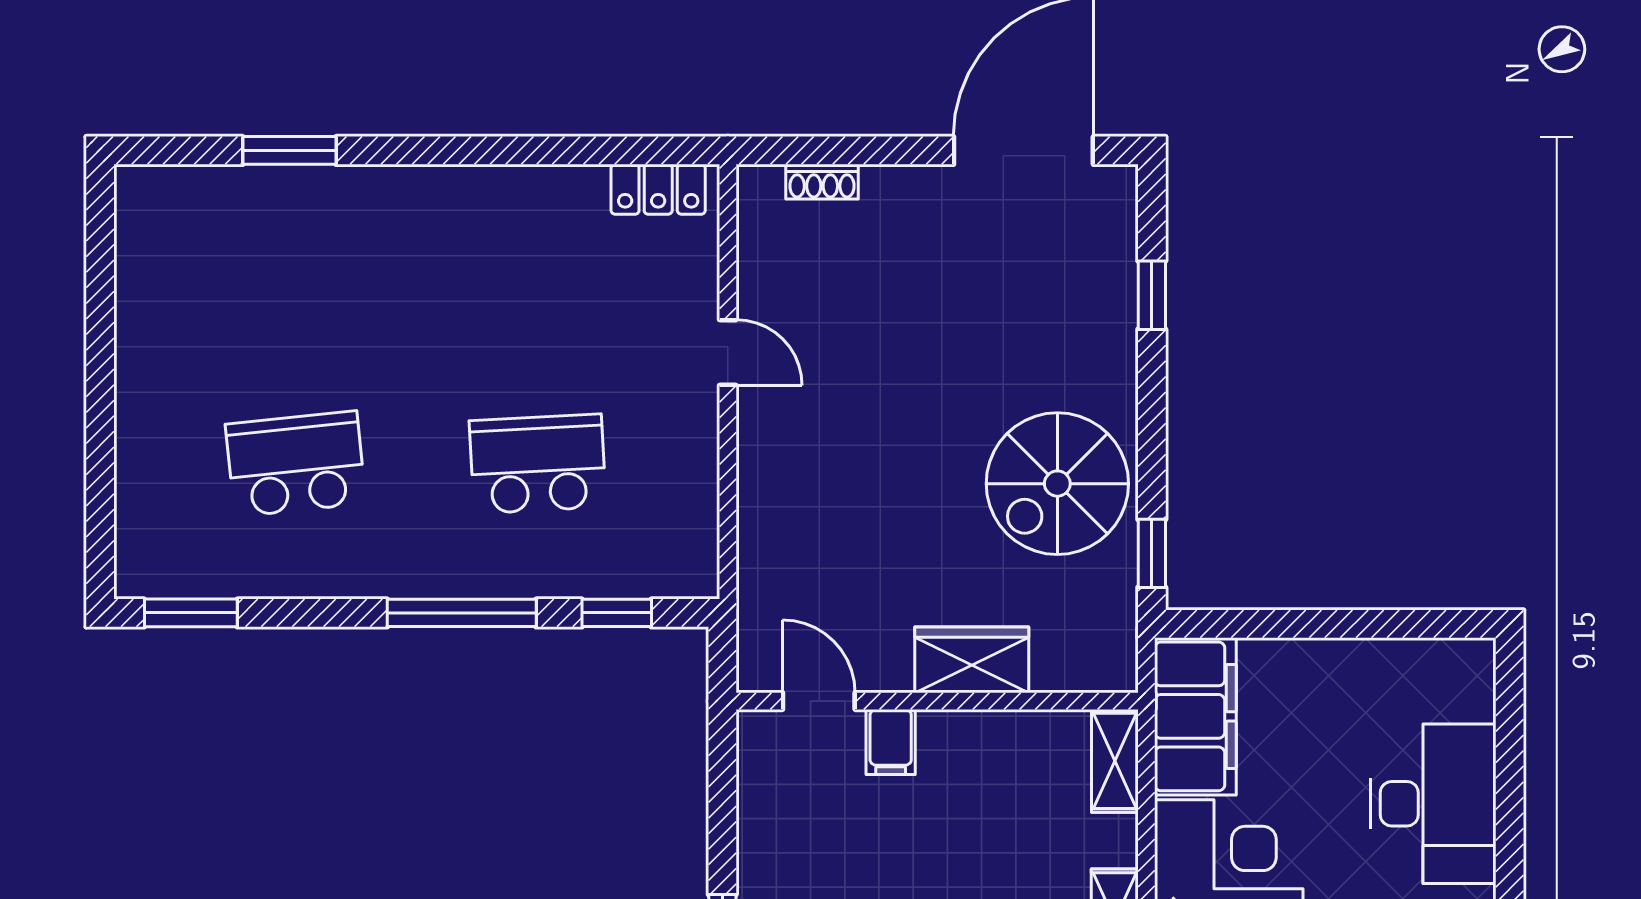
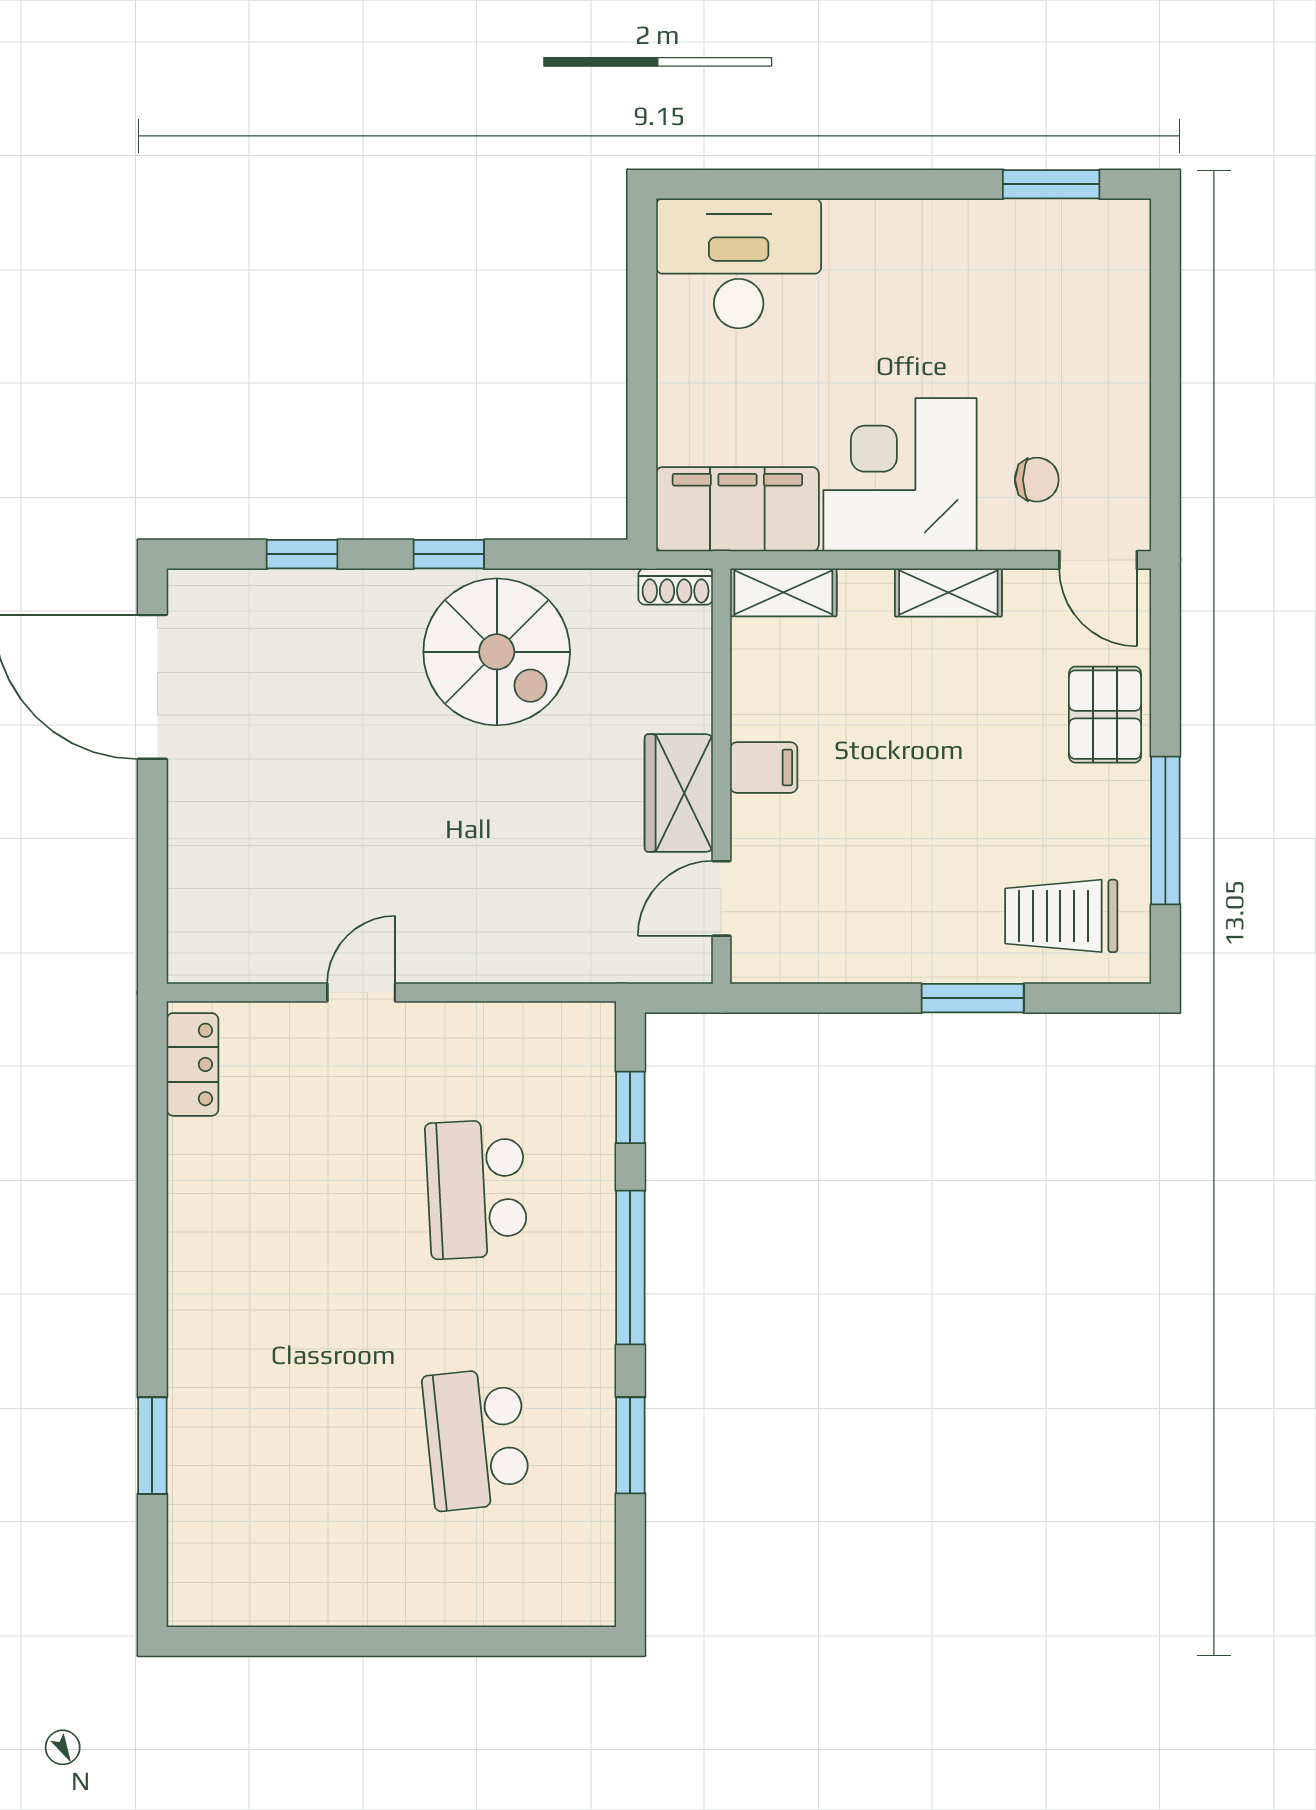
shoe rack: (822, 182) -> (676, 587), moved, turned 90
window: (1152, 553) -> (449, 554), moved
window: (191, 613) -> (630, 1445), moved
wardrobe: (972, 660) -> (679, 793), moved
filing cabinet: (891, 742) -> (764, 767), moved
desk: (1433, 804) -> (739, 263), moved

